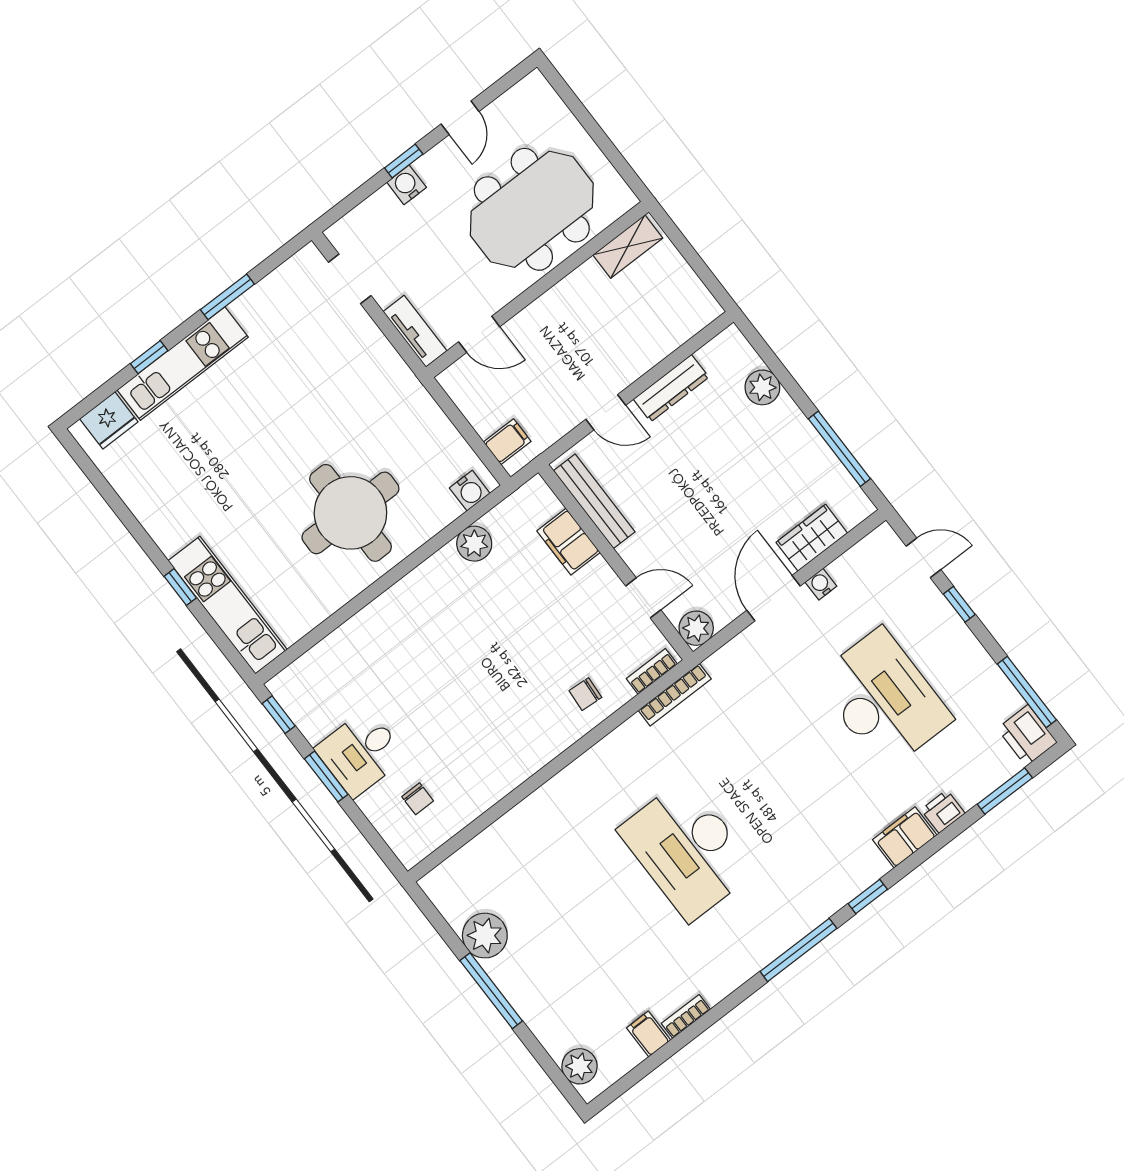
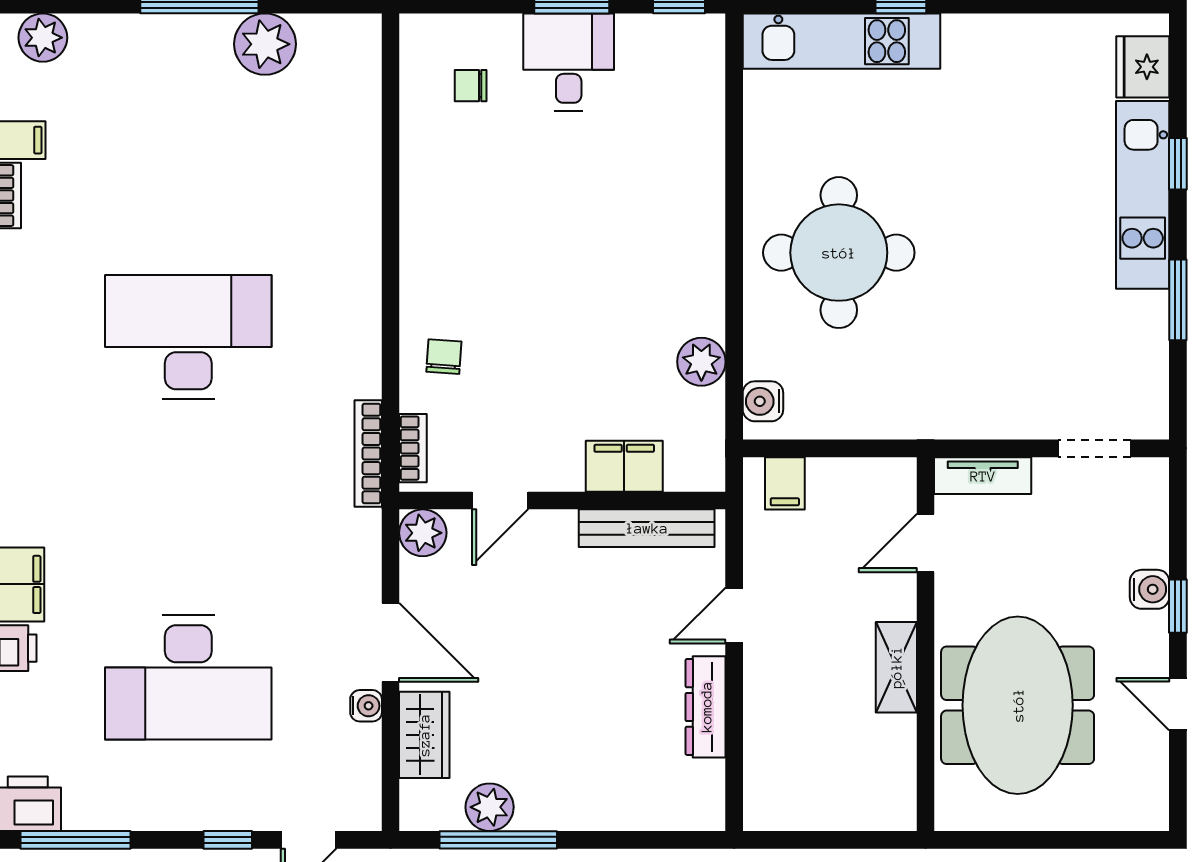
shelving: (628, 247) -> (896, 667), moved
plant: (762, 387) -> (490, 807), moved

